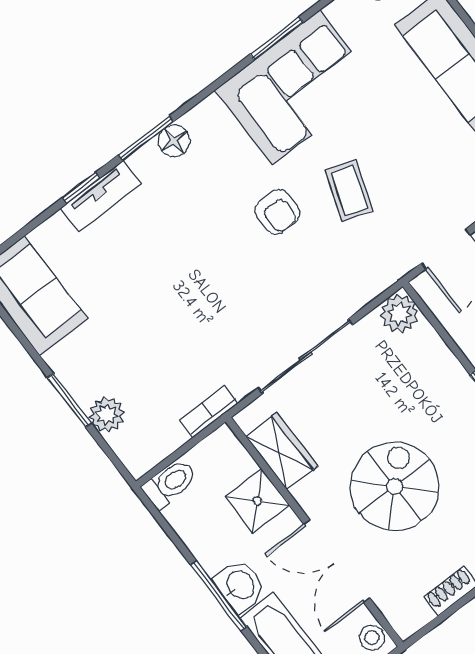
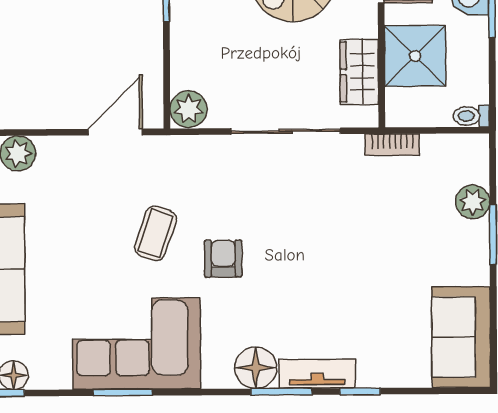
floor lamp: (174, 141) -> (256, 368), width x1.38, depth x1.38
tv unit: (101, 196) -> (317, 374), moved
toilet: (170, 484) -> (471, 116), width x0.73, depth x0.72
shower: (257, 501) -> (415, 56), width x1.36, depth x1.36

